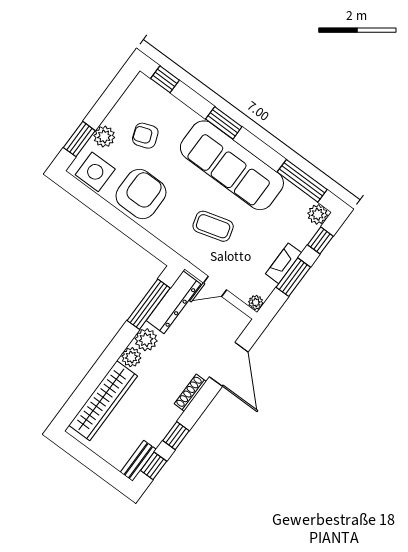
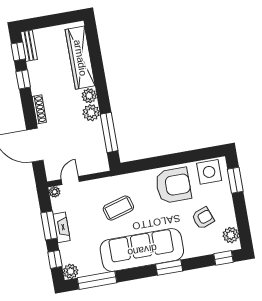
plant: (104, 137) -> (231, 235), moved
armchair: (141, 194) -> (173, 185), turned -90
door: (215, 286) -> (70, 181), moved
dresser: (173, 302) -> (97, 147), removed

